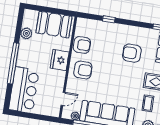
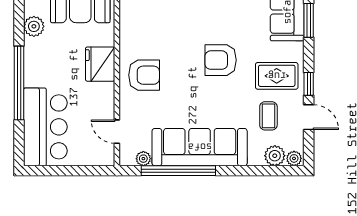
armchair: (82, 45) -> (135, 31), removed
armchair: (132, 53) -> (221, 60), moved
door: (63, 99) -> (117, 132), swing flipped

